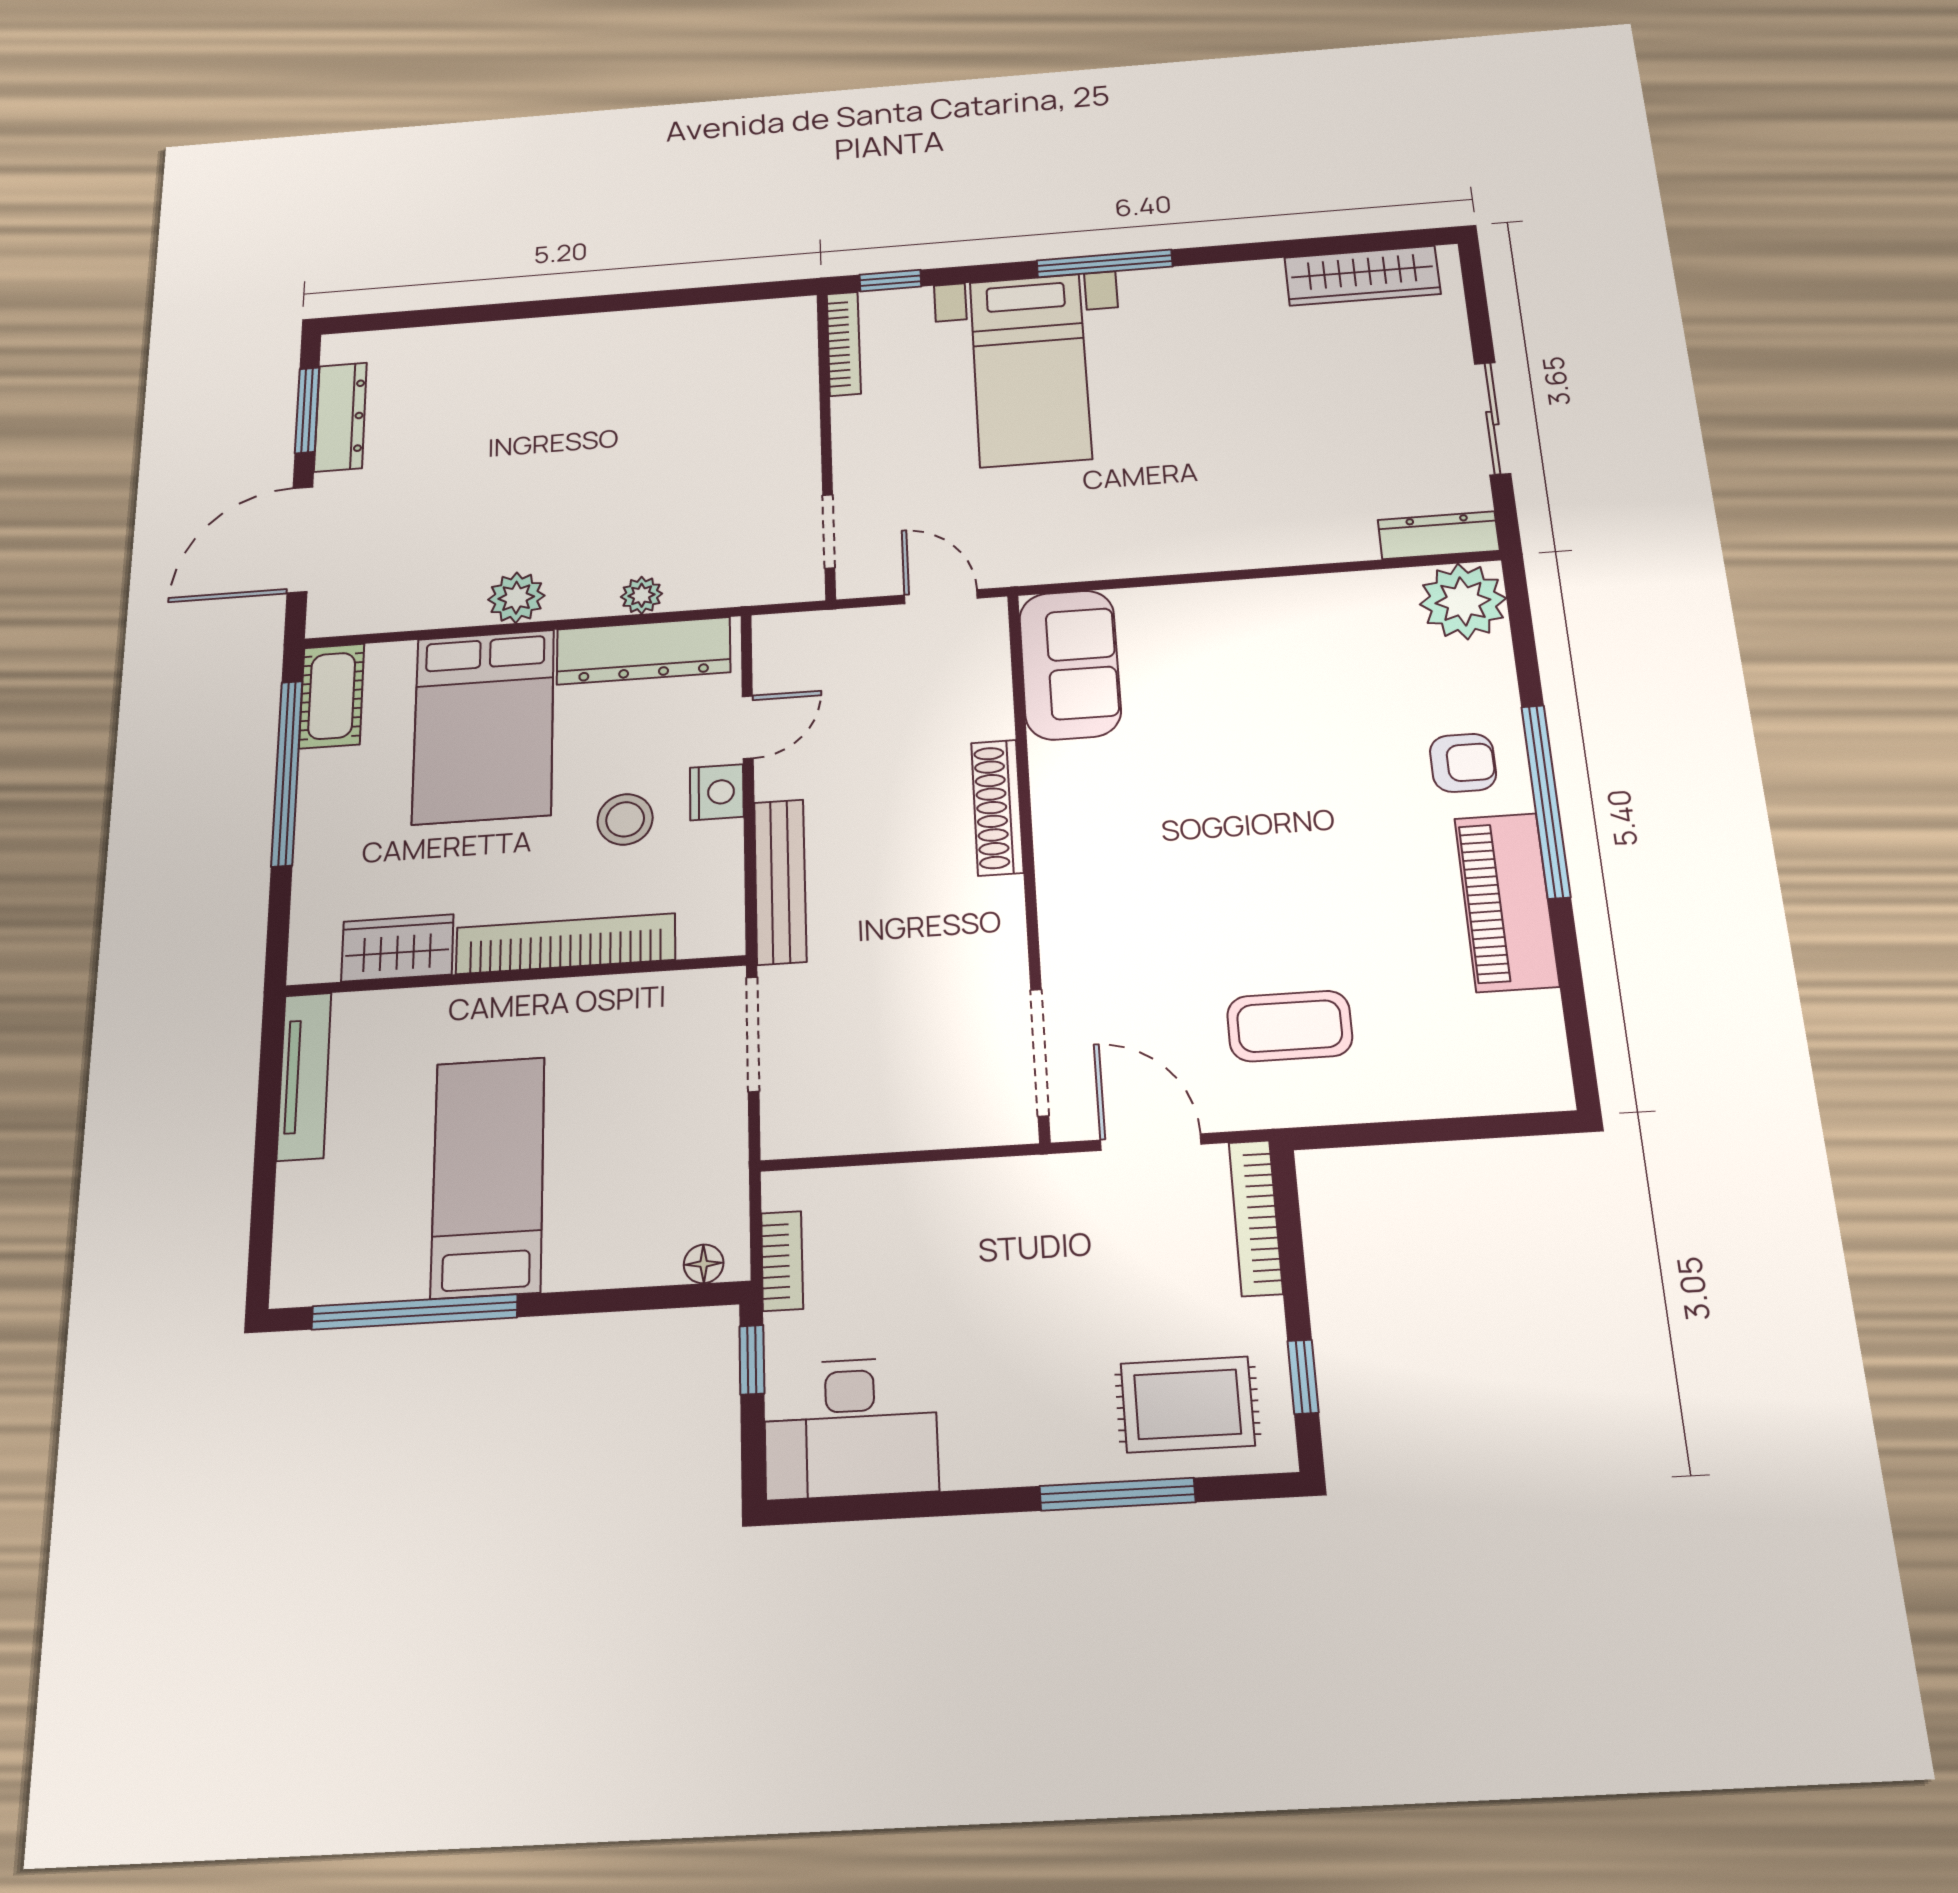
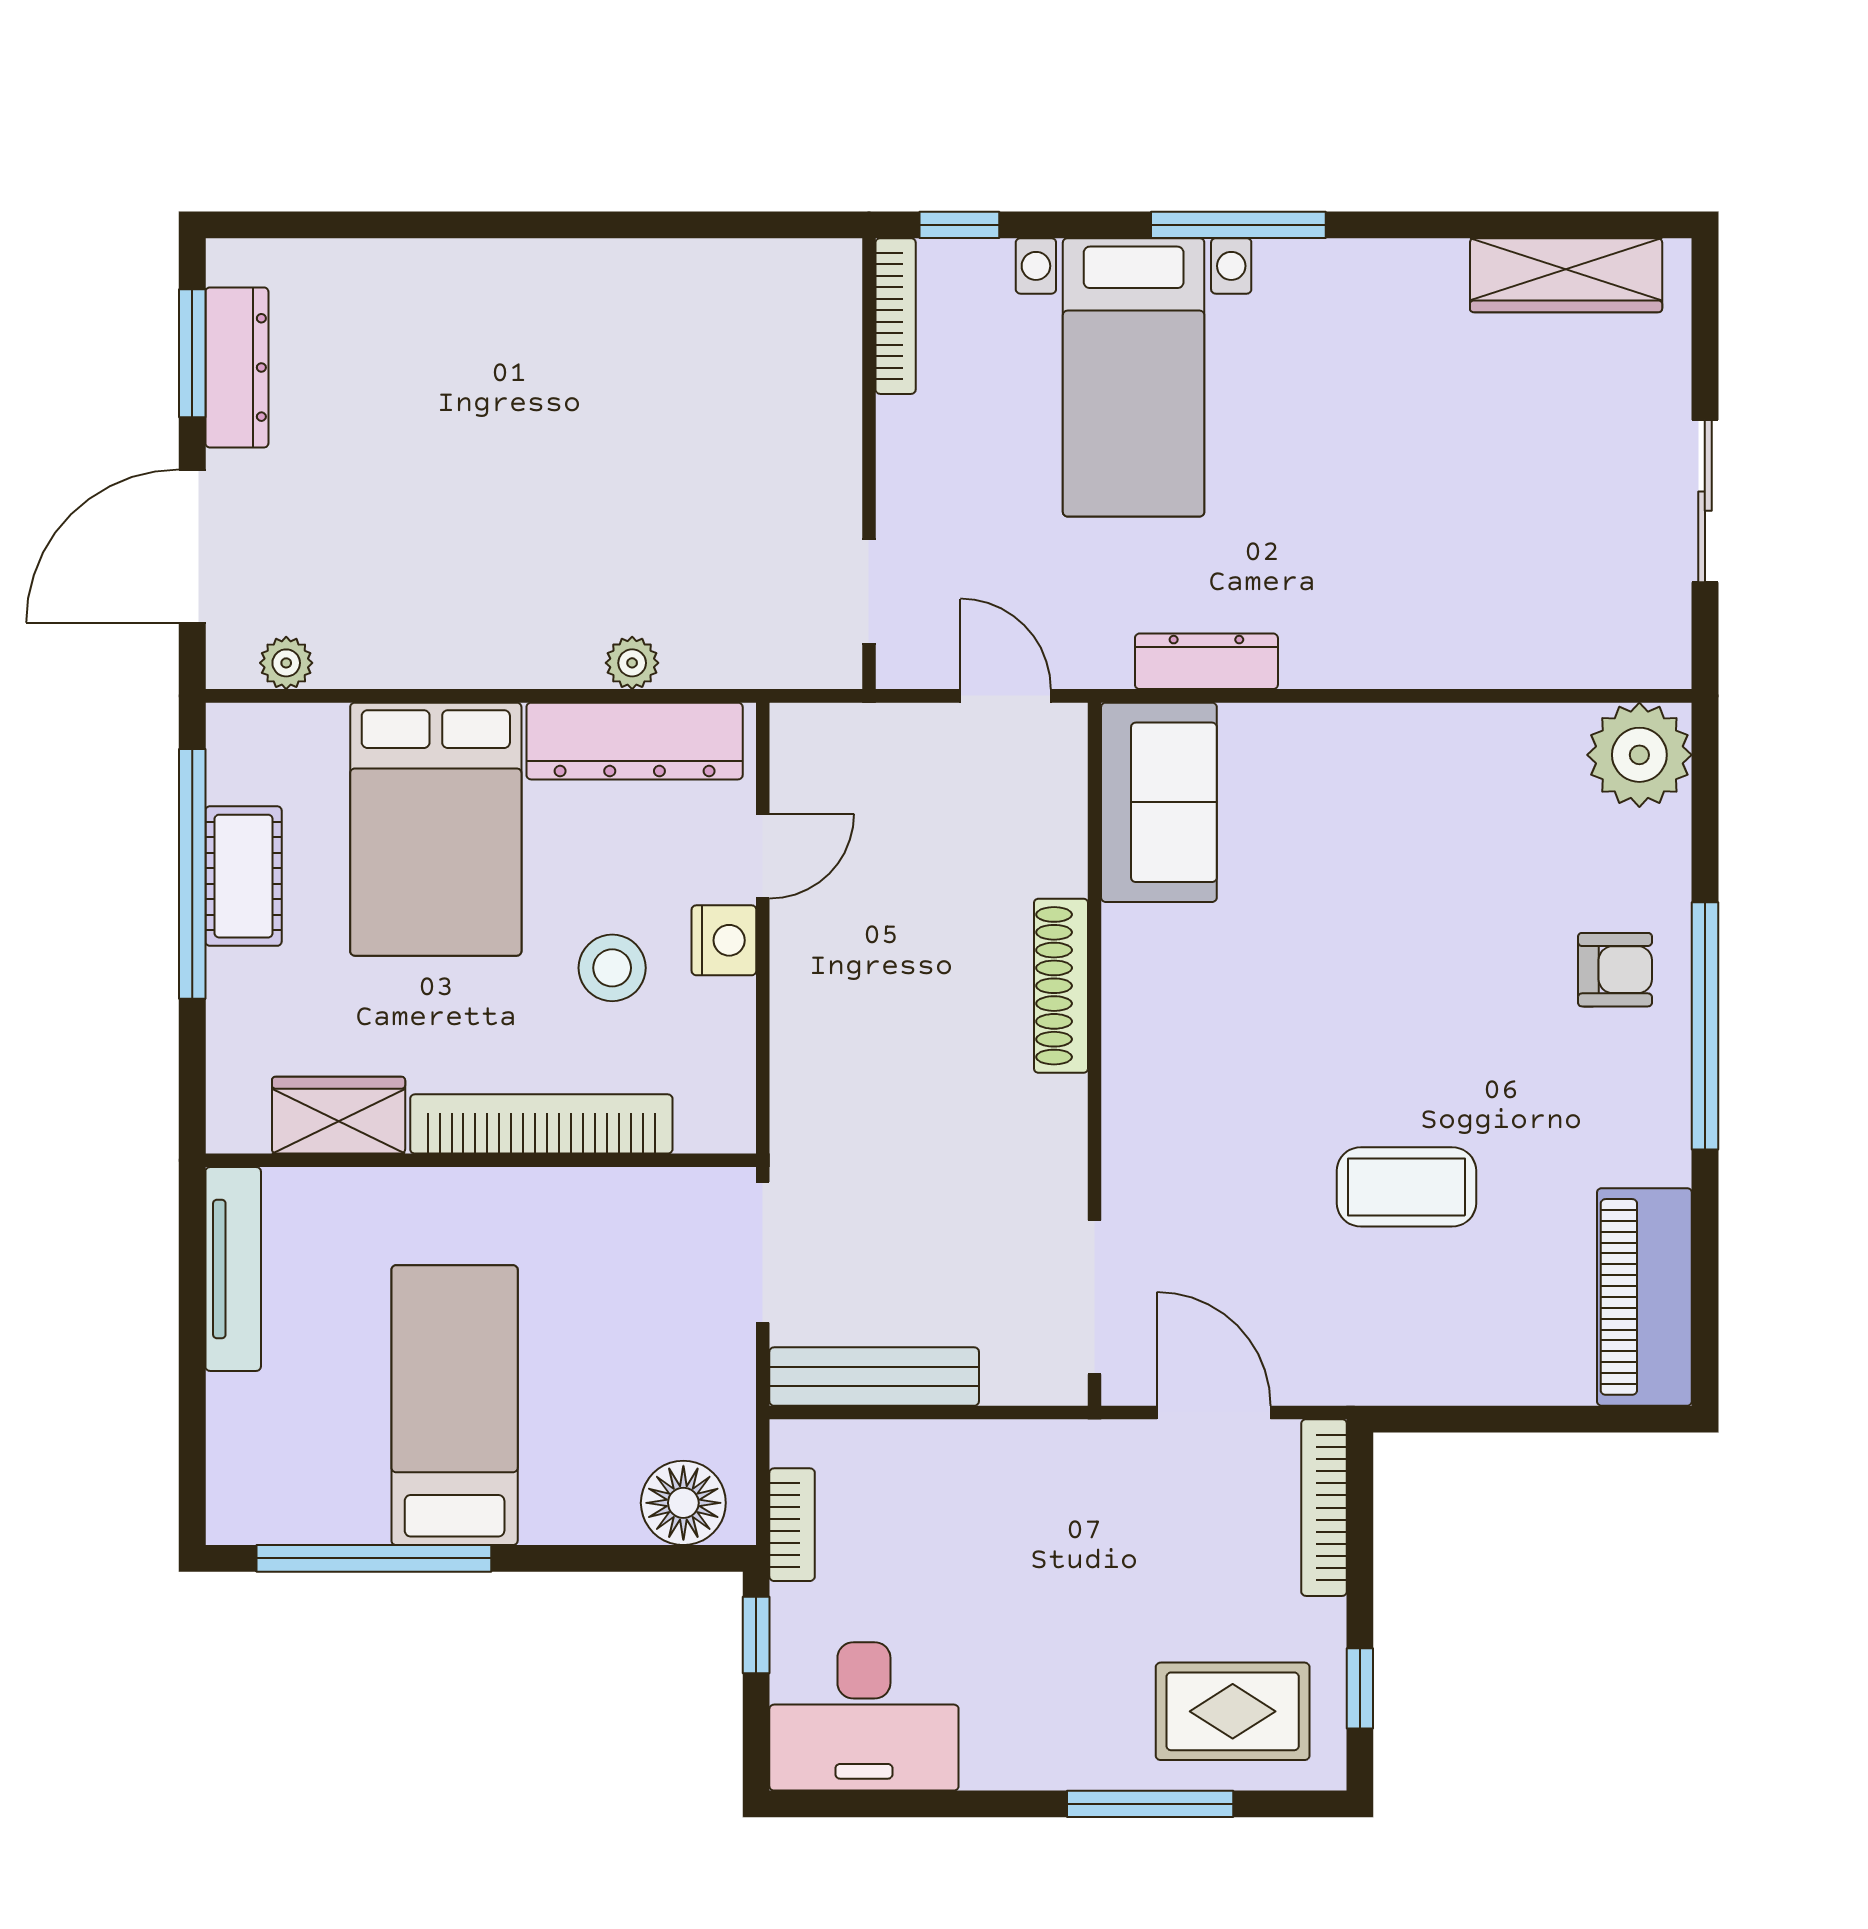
dresser: (1439, 535) -> (1206, 661), moved
plant: (516, 598) -> (286, 663), moved, width x0.73, depth x0.73
cot: (332, 696) -> (244, 876), moved
bench: (780, 881) -> (874, 1377), moved, turned 90
piano: (1507, 902) -> (1644, 1297), moved
coffee table: (1290, 1026) -> (1406, 1187), moved
floor lamp: (704, 1264) -> (683, 1503), width x1.89, depth x1.89

